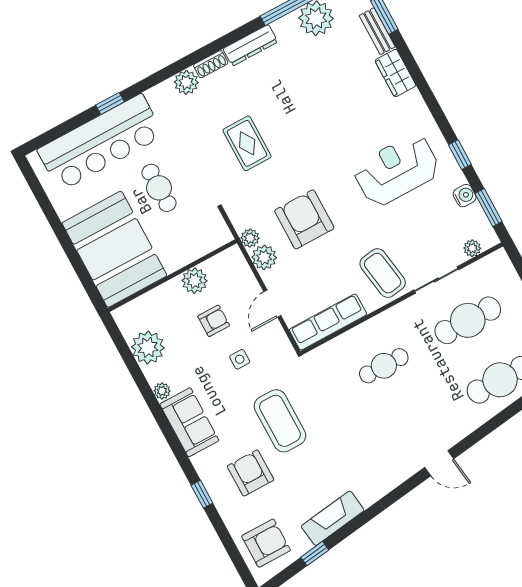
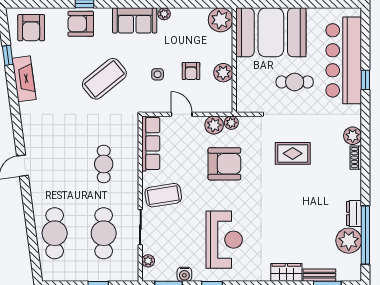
dresser: (250, 45) -> (354, 213), moved, width x0.70
plant: (148, 347) -> (220, 20), moved
coffee table: (280, 421) -> (104, 79), turned -39
armchair: (251, 473) -> (81, 24), moved, turned 180

